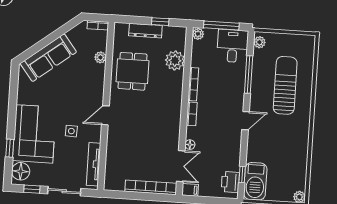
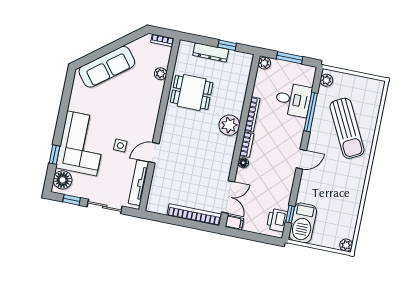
window: (221, 26) -> (290, 58), width x0.69
desk: (233, 46) -> (293, 100), moved, turned 90
plant: (175, 61) -> (229, 125), moved
dining table: (133, 71) -> (192, 92), turned 90
sun lounger: (285, 85) -> (347, 128), turned 153
door: (105, 115) -> (154, 153), moved
floor lamp: (190, 145) -> (243, 163), moved

